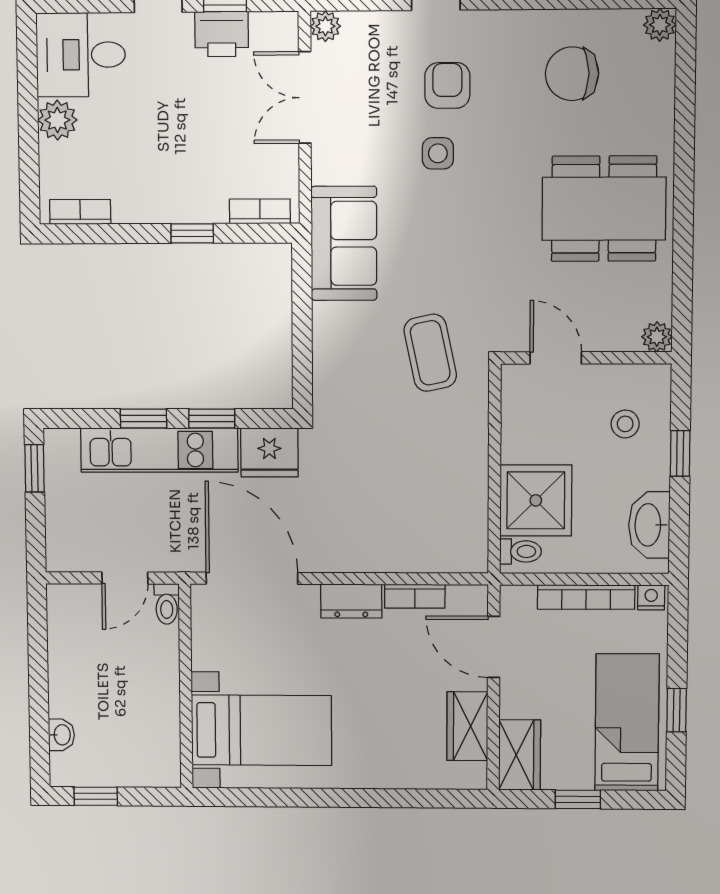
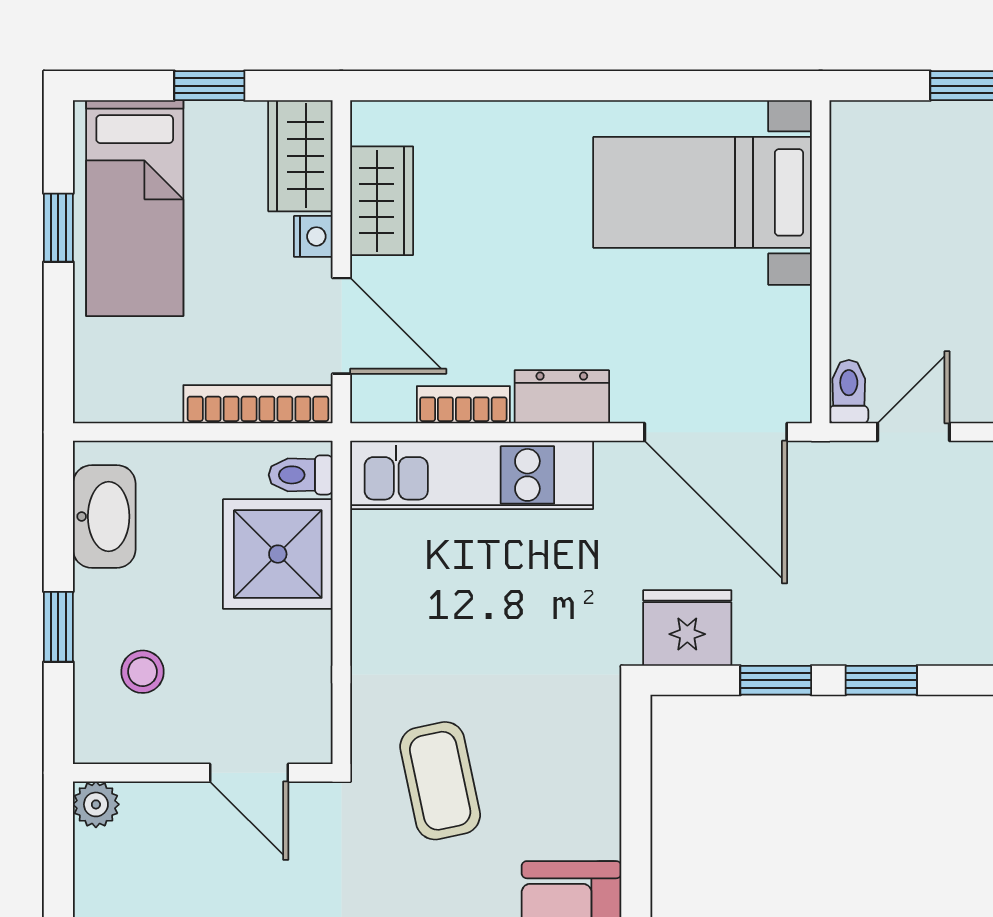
kitchen unit: (159, 450) -> (472, 475), moved, turned 180
bookcase: (586, 597) -> (258, 404), moved
nightstand: (651, 597) -> (313, 236), moved, turned -90

